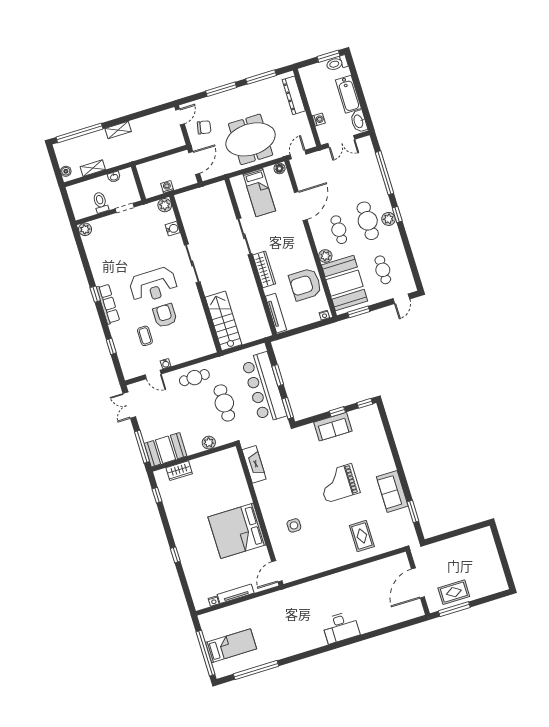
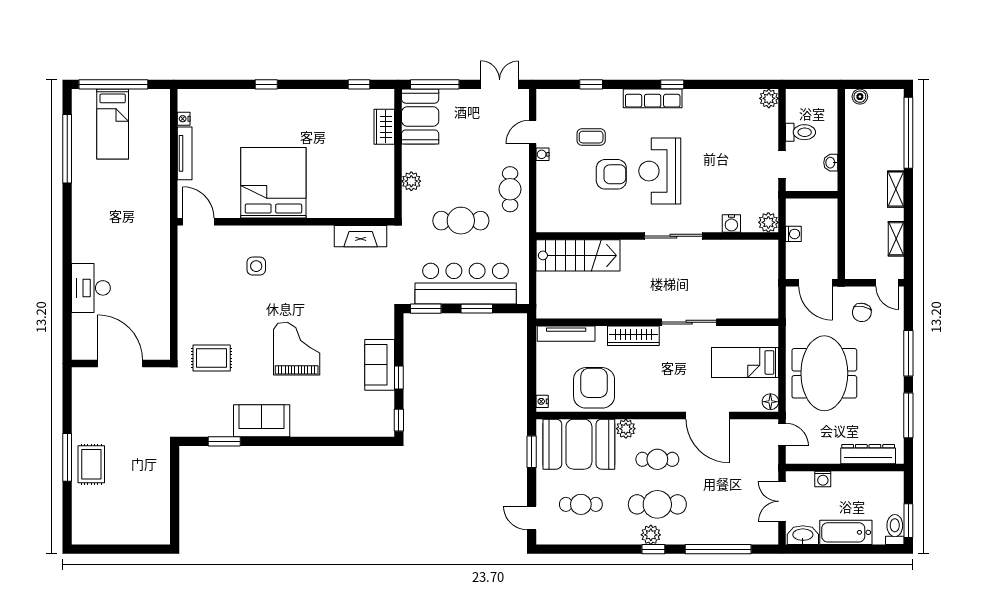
shelving: (93, 168) -> (896, 239), moved
wall: (418, 582) -> (121, 363), moved
door: (418, 583) -> (120, 363), moved

